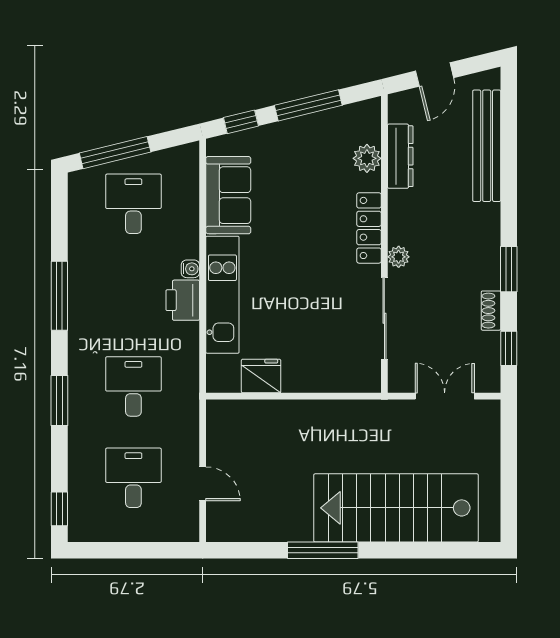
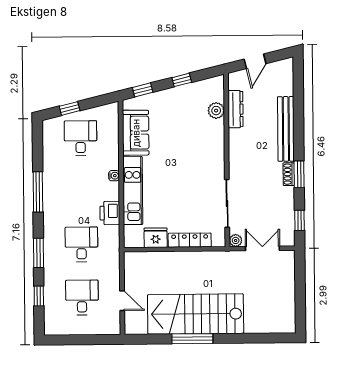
window: (308, 105) -> (182, 80), width x0.46
bench: (487, 146) -> (286, 129), moved
window: (115, 153) -> (70, 108), width x0.46
locker: (369, 228) -> (190, 240), moved, turned 90
plant: (399, 257) -> (236, 240), moved
printer: (183, 300) -> (110, 213), moved
shoe rack: (491, 311) -> (289, 174), moved
stairs: (396, 508) -> (196, 314), moved
window: (59, 509) -> (39, 296), moved

